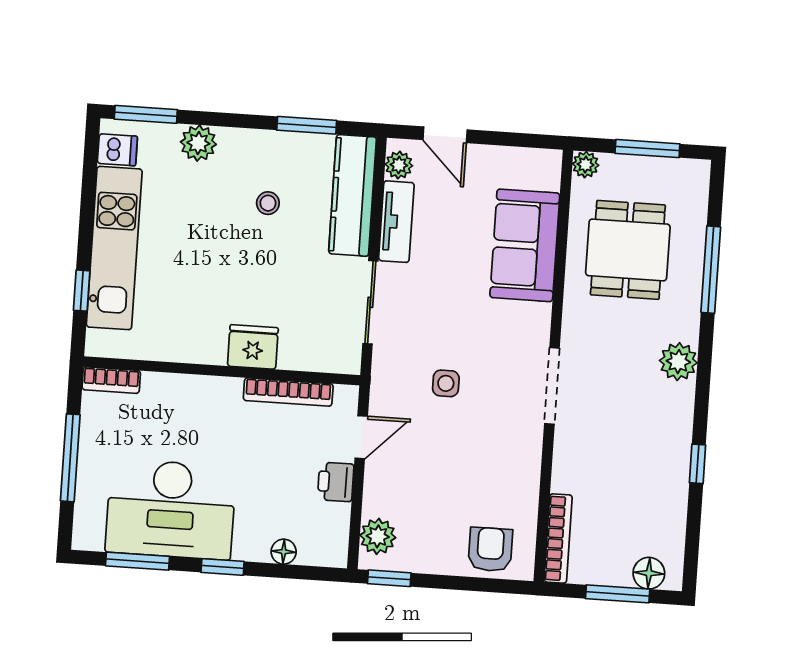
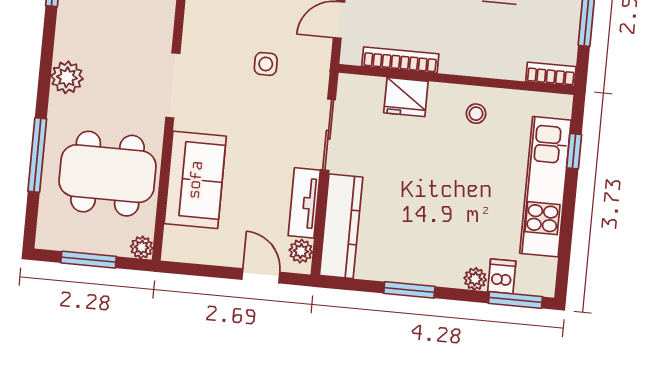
window: (307, 125) -> (409, 290), moved
plant: (198, 143) -> (475, 279), width x0.73, depth x0.73
dishwasher: (117, 150) -> (502, 276), moved, turned 90
stool: (268, 203) -> (476, 114), moved
dining table: (628, 250) -> (108, 174), width x1.37
fridge: (253, 347) -> (406, 97), moved
doorway: (552, 386) -> (173, 85), moved

